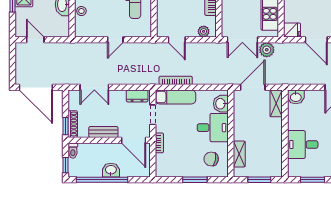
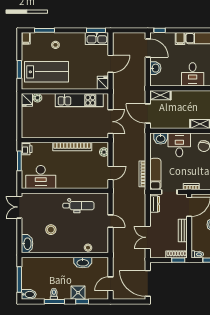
plant: (267, 50) -> (118, 103), removed
door: (36, 87) -> (148, 283), swing flipped
double door: (94, 87) -> (148, 237), swing flipped
washbasin: (296, 97) -> (155, 68), moved

